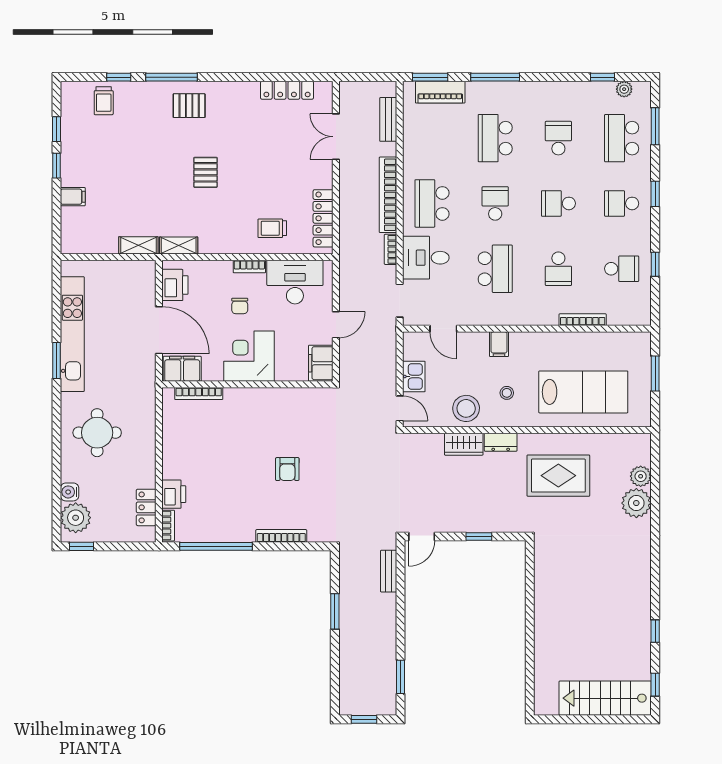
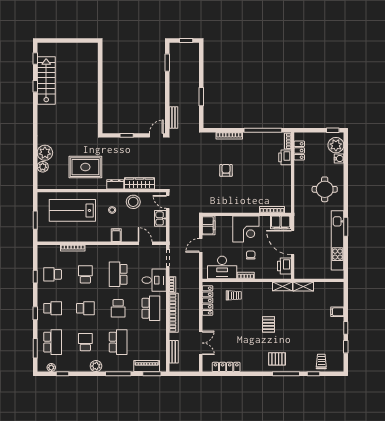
plant: (538, 92) -> (96, 366), added
school desk: (558, 138) -> (85, 342), turned 180
wardrobe: (464, 444) -> (139, 183), width x1.50
stairs: (605, 698) -> (46, 81), moved, turned -90

